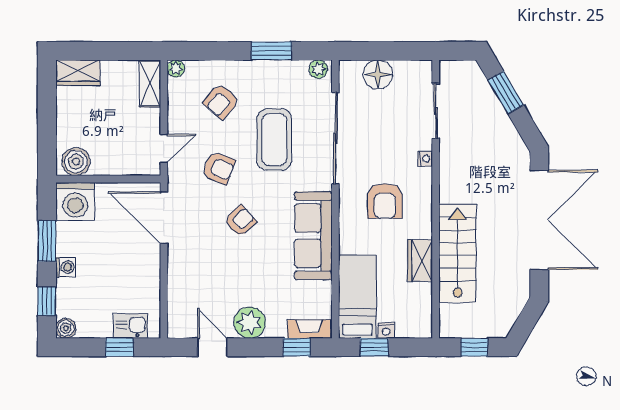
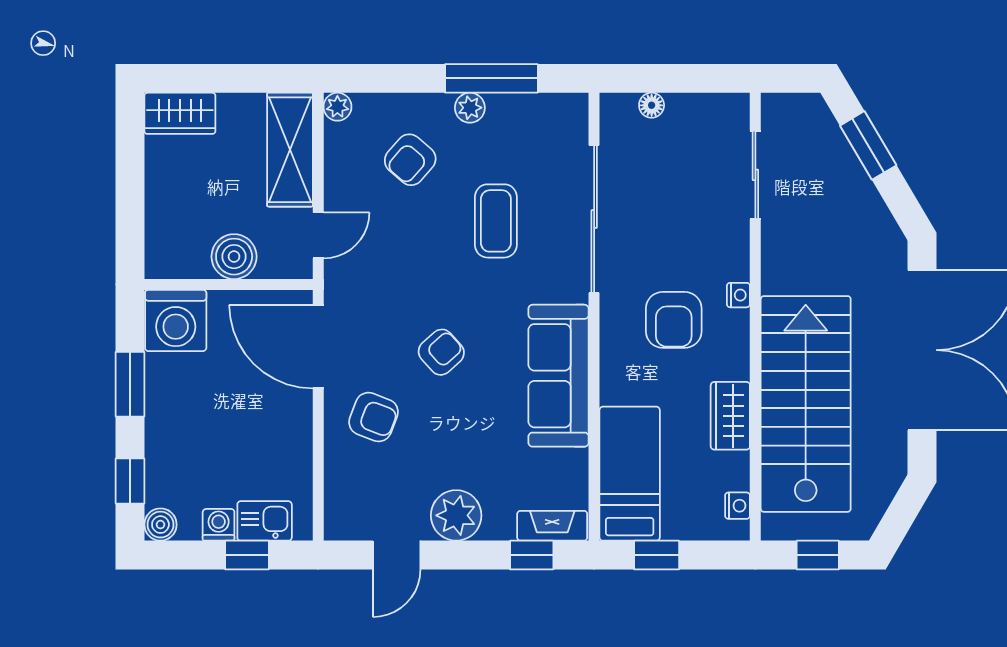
window: (272, 51) -> (491, 78), width x1.44
plant: (318, 69) -> (470, 108), moved
floor lamp: (378, 74) -> (652, 105), width x0.53, depth x0.53
shelving: (150, 83) -> (290, 150), width x1.50, depth x1.33
coffee table: (274, 140) -> (496, 221), width x0.73, depth x0.76
nightstand: (425, 159) -> (738, 295), moved
boiler: (76, 162) -> (234, 257), moved
armchair: (219, 168) -> (374, 417), moved
stairs: (458, 253) -> (806, 404), width x1.36, depth x1.51
washing machine: (66, 267) -> (219, 525), moved, turned -90
nightstand: (386, 331) -> (738, 506), moved, turned -90
door: (213, 347) -> (397, 555), swing flipped

